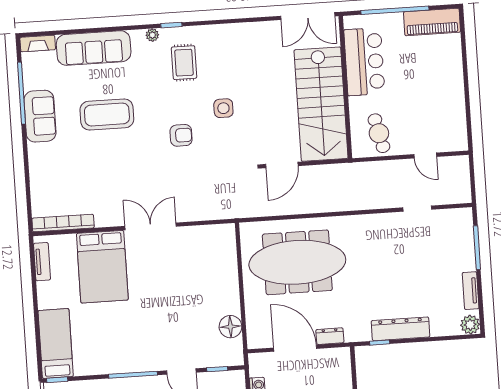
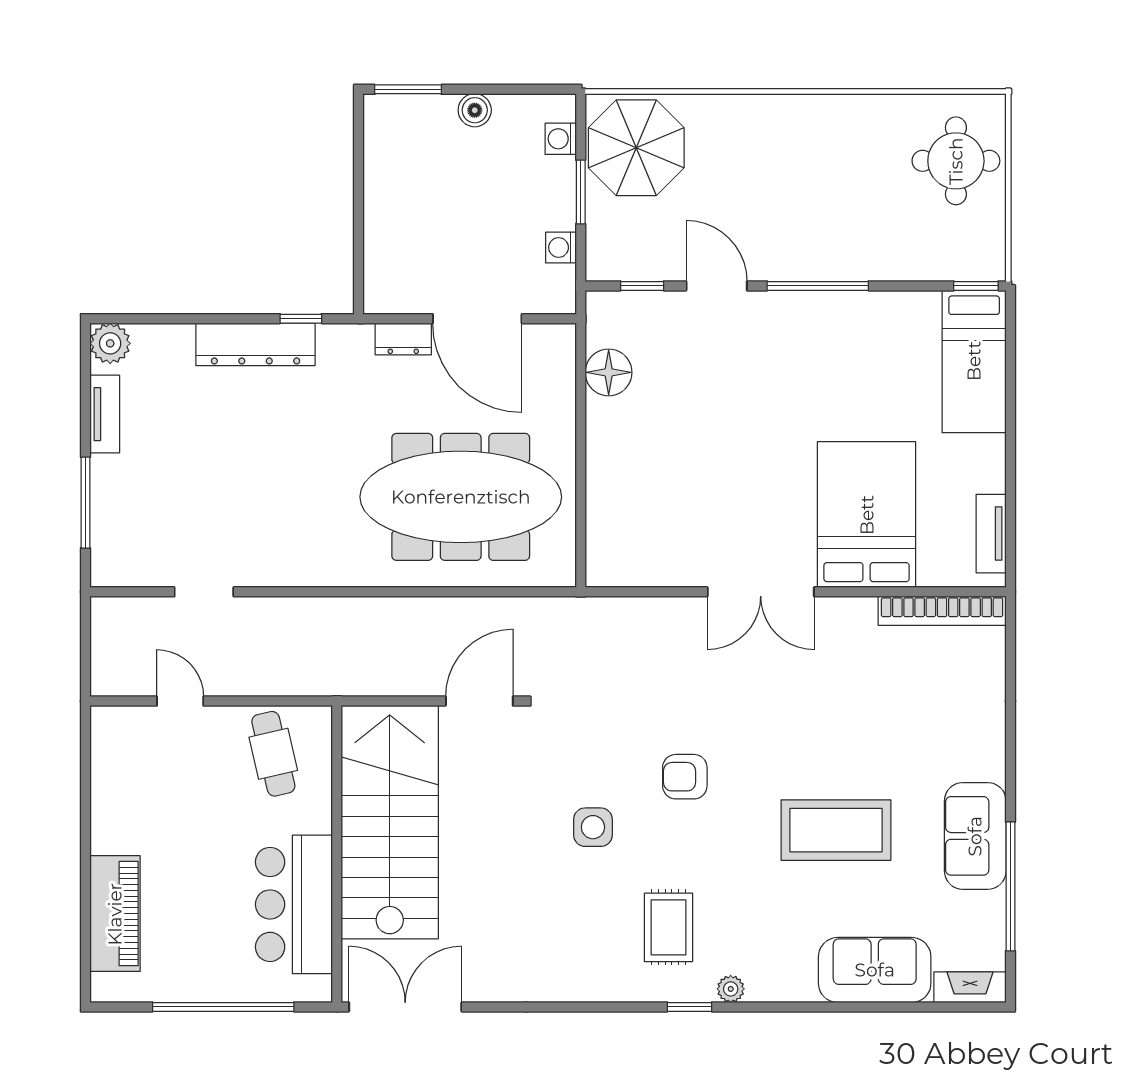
piano: (432, 22) -> (115, 914), moved, turned 90
sofa: (94, 48) -> (875, 970), width x0.73

